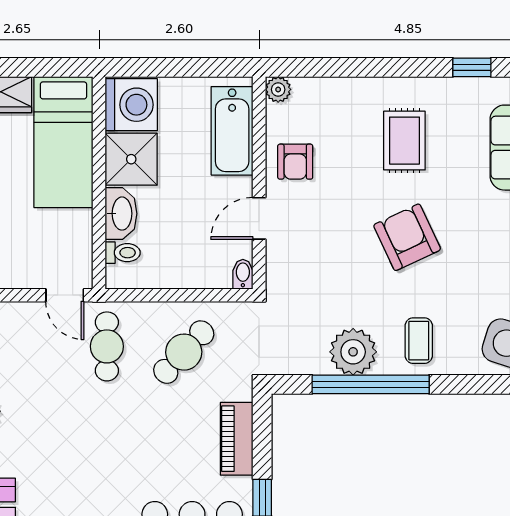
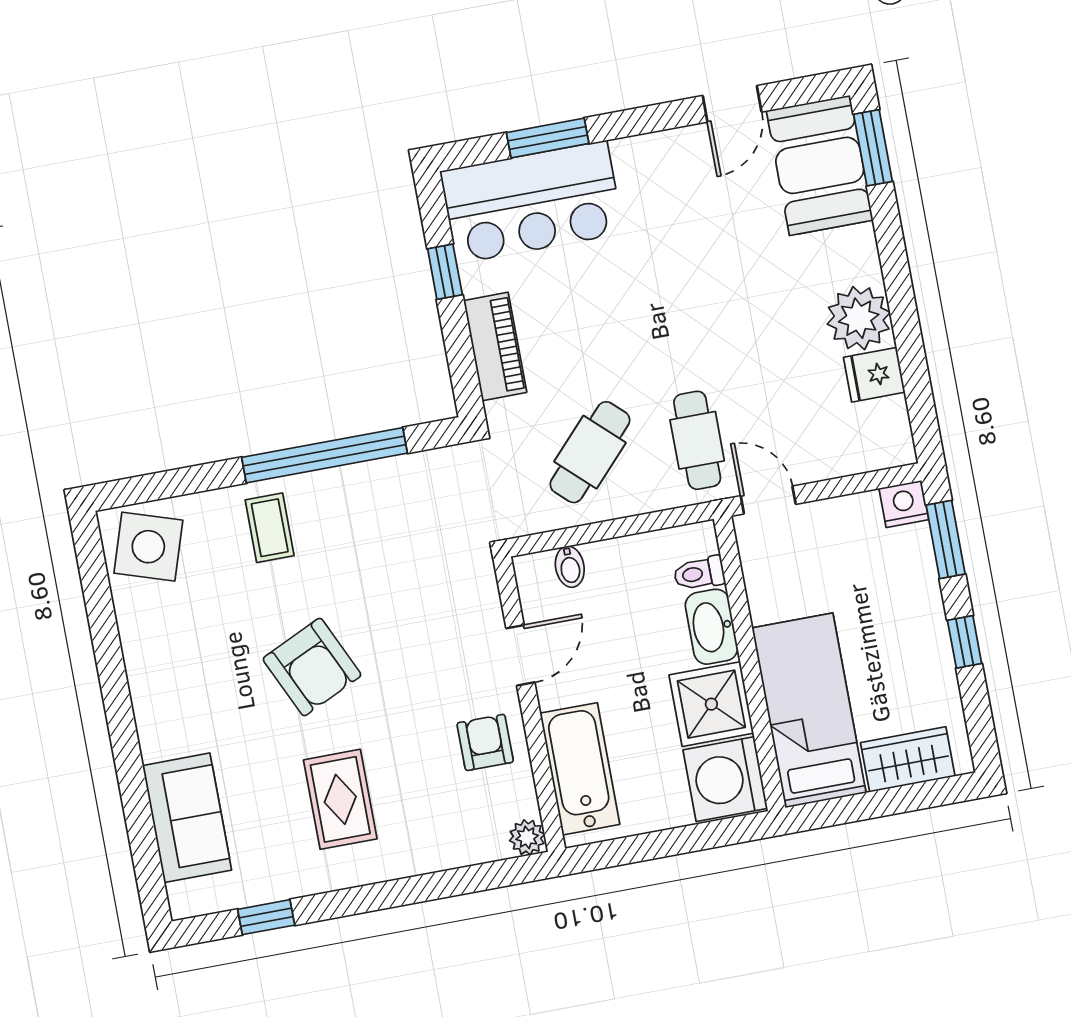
bidet: (243, 274) -> (570, 567), moved
plant: (353, 352) -> (357, 496), removed

